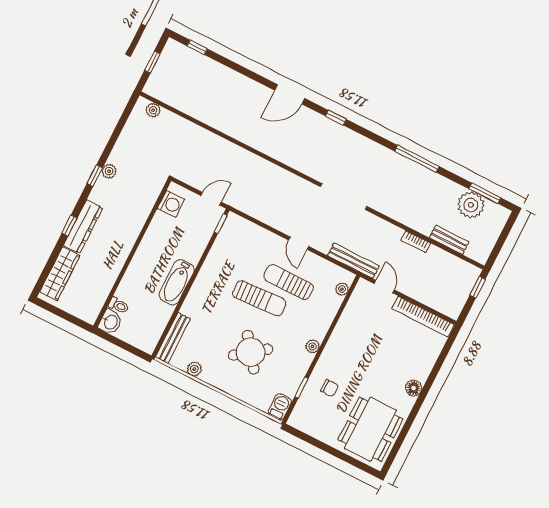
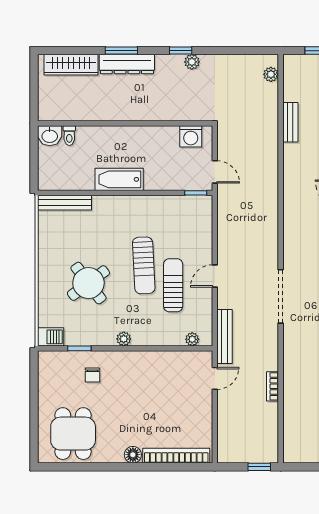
window: (69, 225) -> (121, 51), width x1.50
bench: (449, 240) -> (290, 122), moved
bookcase: (423, 317) -> (176, 456), moved, turned 90
plant: (194, 369) -> (45, 238), removed
dining table: (370, 429) -> (73, 434), width x0.73

